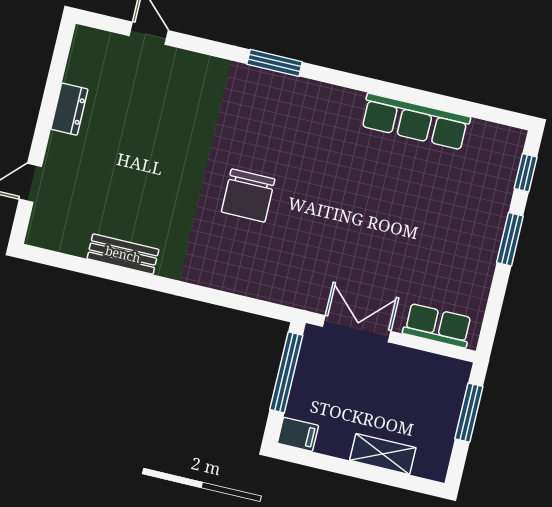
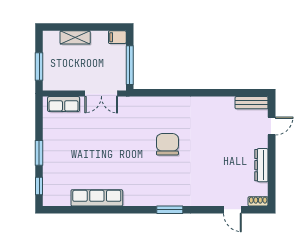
shoe rack: (93, 38) -> (258, 201), added
dresser: (69, 109) -> (261, 165), width x1.44
bench: (123, 254) -> (252, 103), moved

